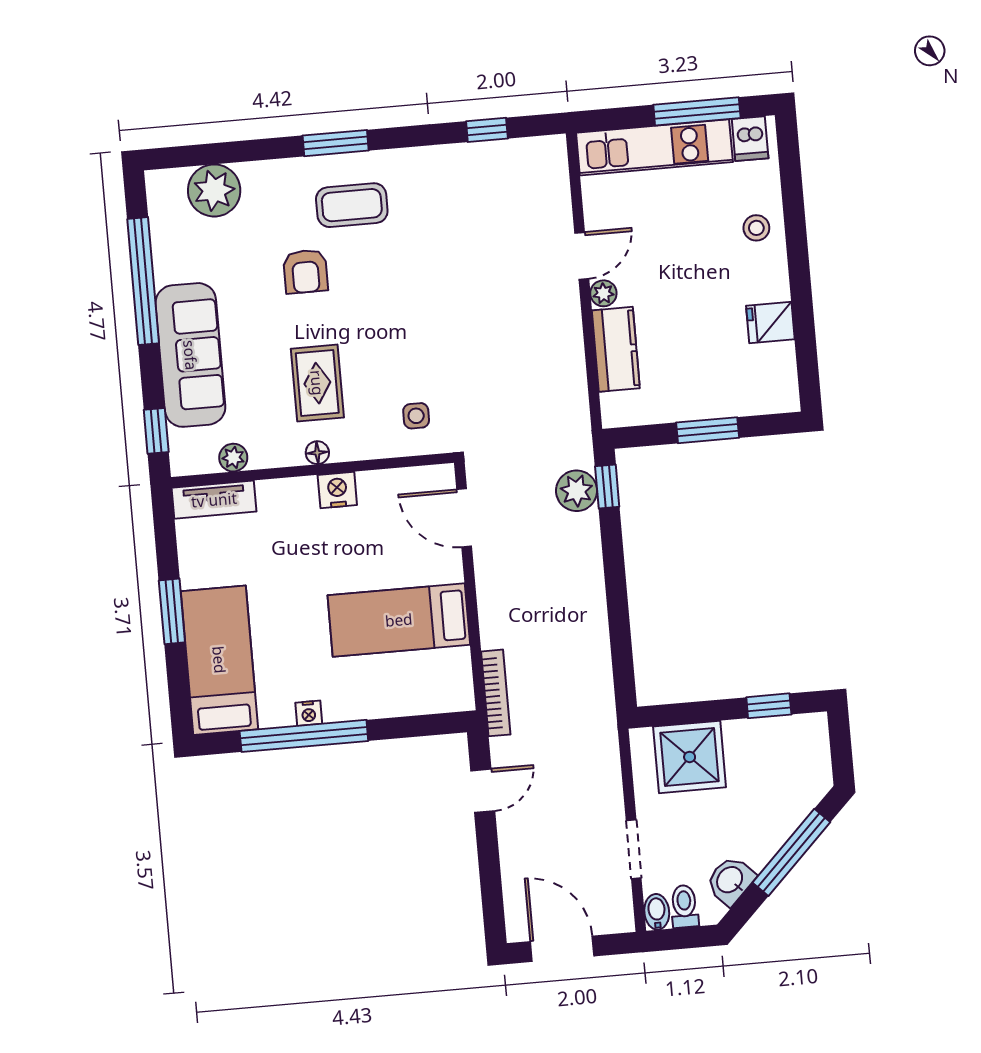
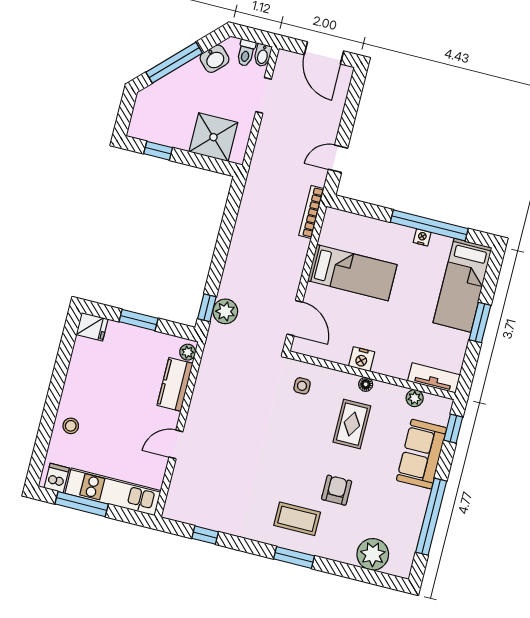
plant: (603, 293) -> (188, 352), moved
fridge: (770, 323) -> (92, 327), moved
sofa: (190, 355) -> (422, 454), width x0.73

